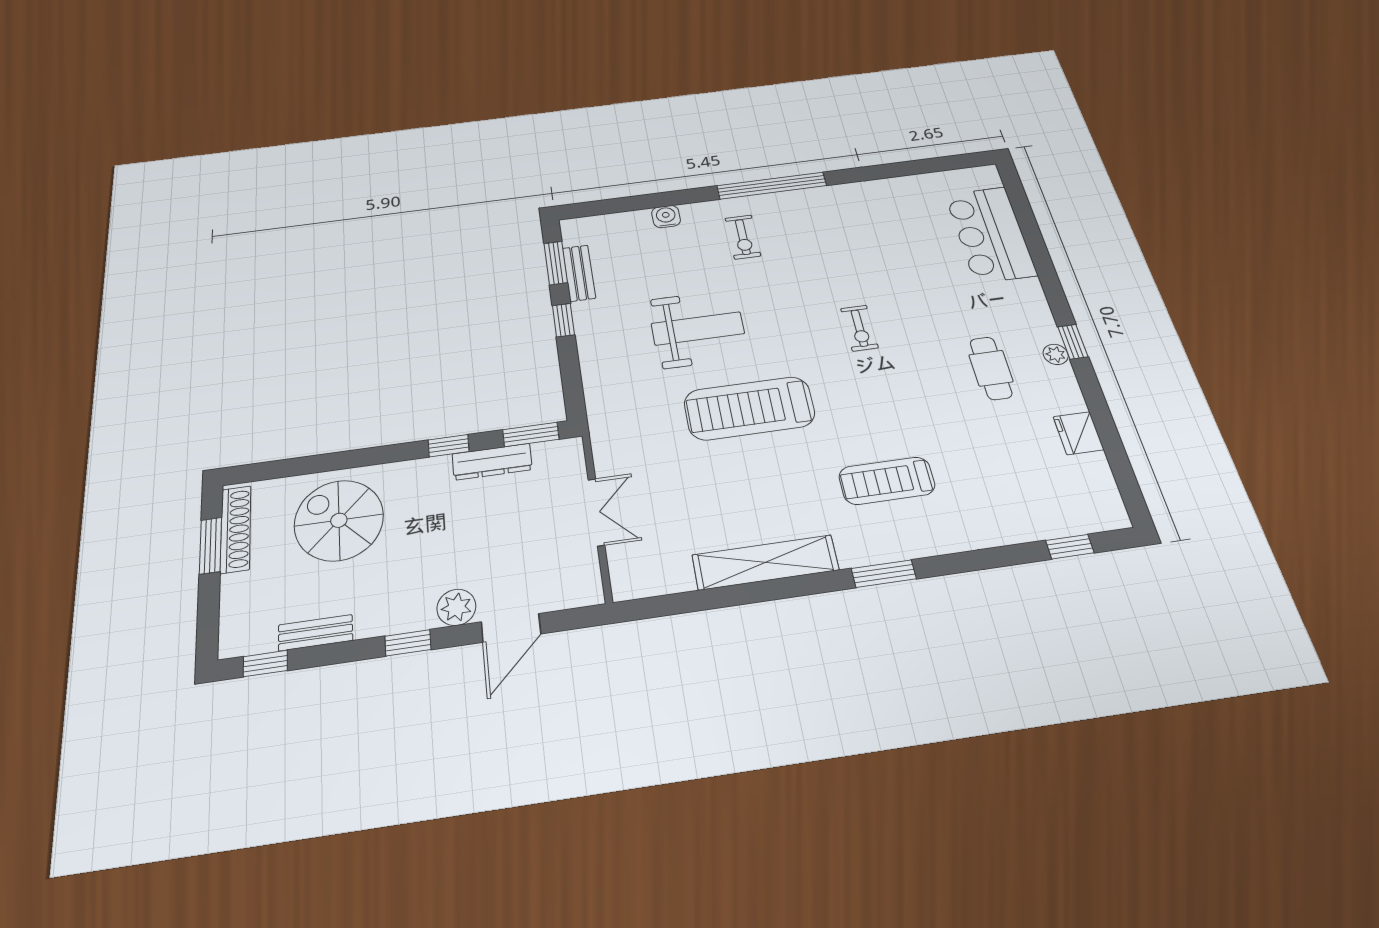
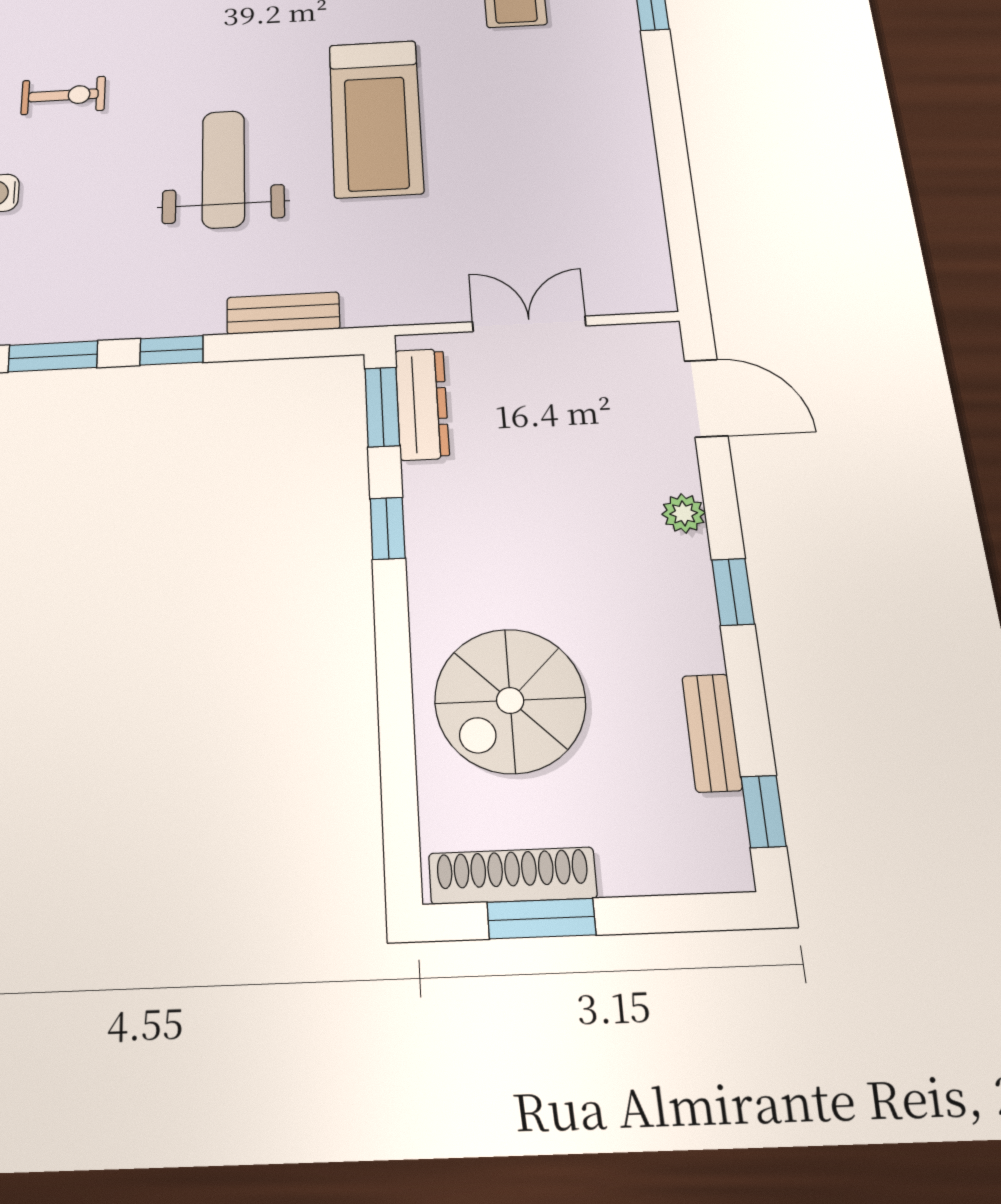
bench: (579, 273) -> (283, 313), moved
dresser: (492, 462) -> (422, 404), moved
shelving: (765, 563) -> (626, 124), removed
plant: (456, 607) -> (684, 513), width x0.73, depth x0.73
door: (511, 628) -> (706, 398), moved

